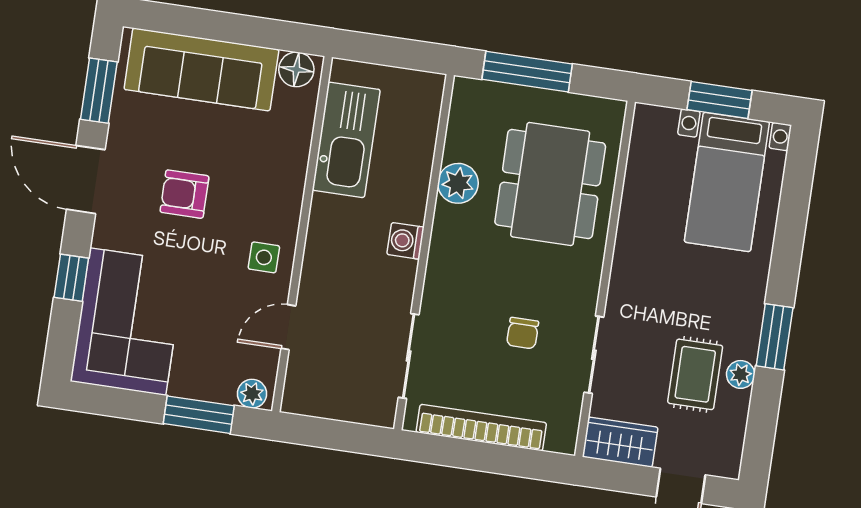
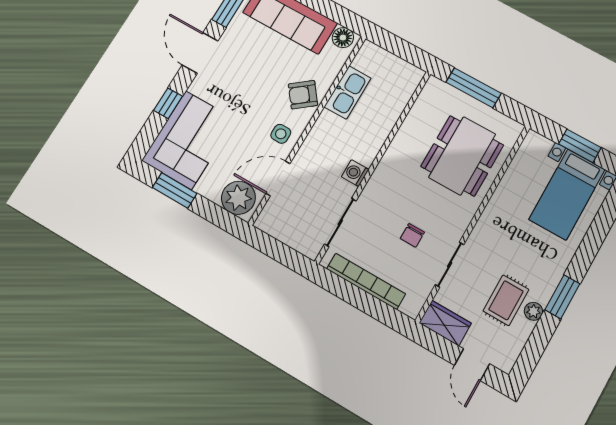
kitchen sink: (346, 140) -> (348, 92), width x0.73, depth x0.81
plant: (458, 183) -> (409, 135), removed
armchair: (184, 194) -> (303, 95), moved, turned -38
washing machine: (405, 241) -> (355, 173), moved
door: (288, 327) -> (278, 179), width x1.38
plant: (252, 394) -> (238, 198), width x1.87, depth x1.87
window: (199, 415) -> (175, 190), moved

